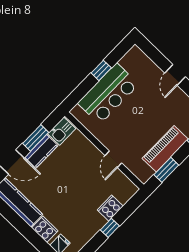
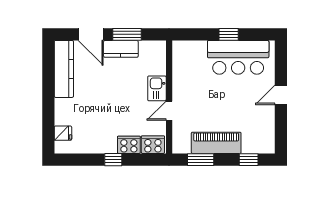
bar counter: (108, 94) -> (238, 57), moved
kitchen sink: (62, 131) -> (157, 88), moved, turned 90
cooker: (45, 229) -> (153, 145), moved, turned -90

